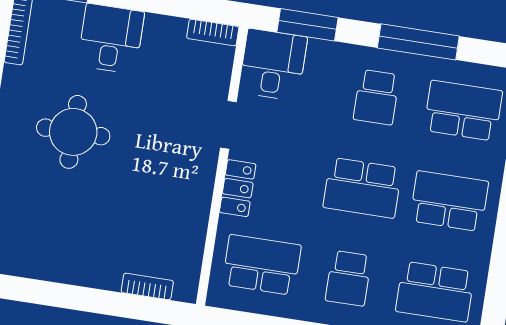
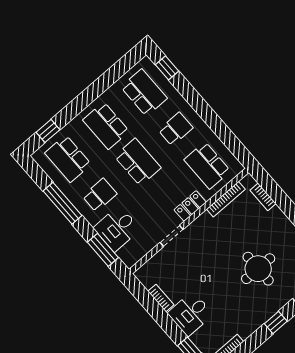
bookcase: (213, 32) -> (161, 298), moved
desk: (273, 65) -> (117, 229), moved
round table: (73, 132) -> (258, 269), moved
bookcase: (196, 240) -> (226, 199), added

